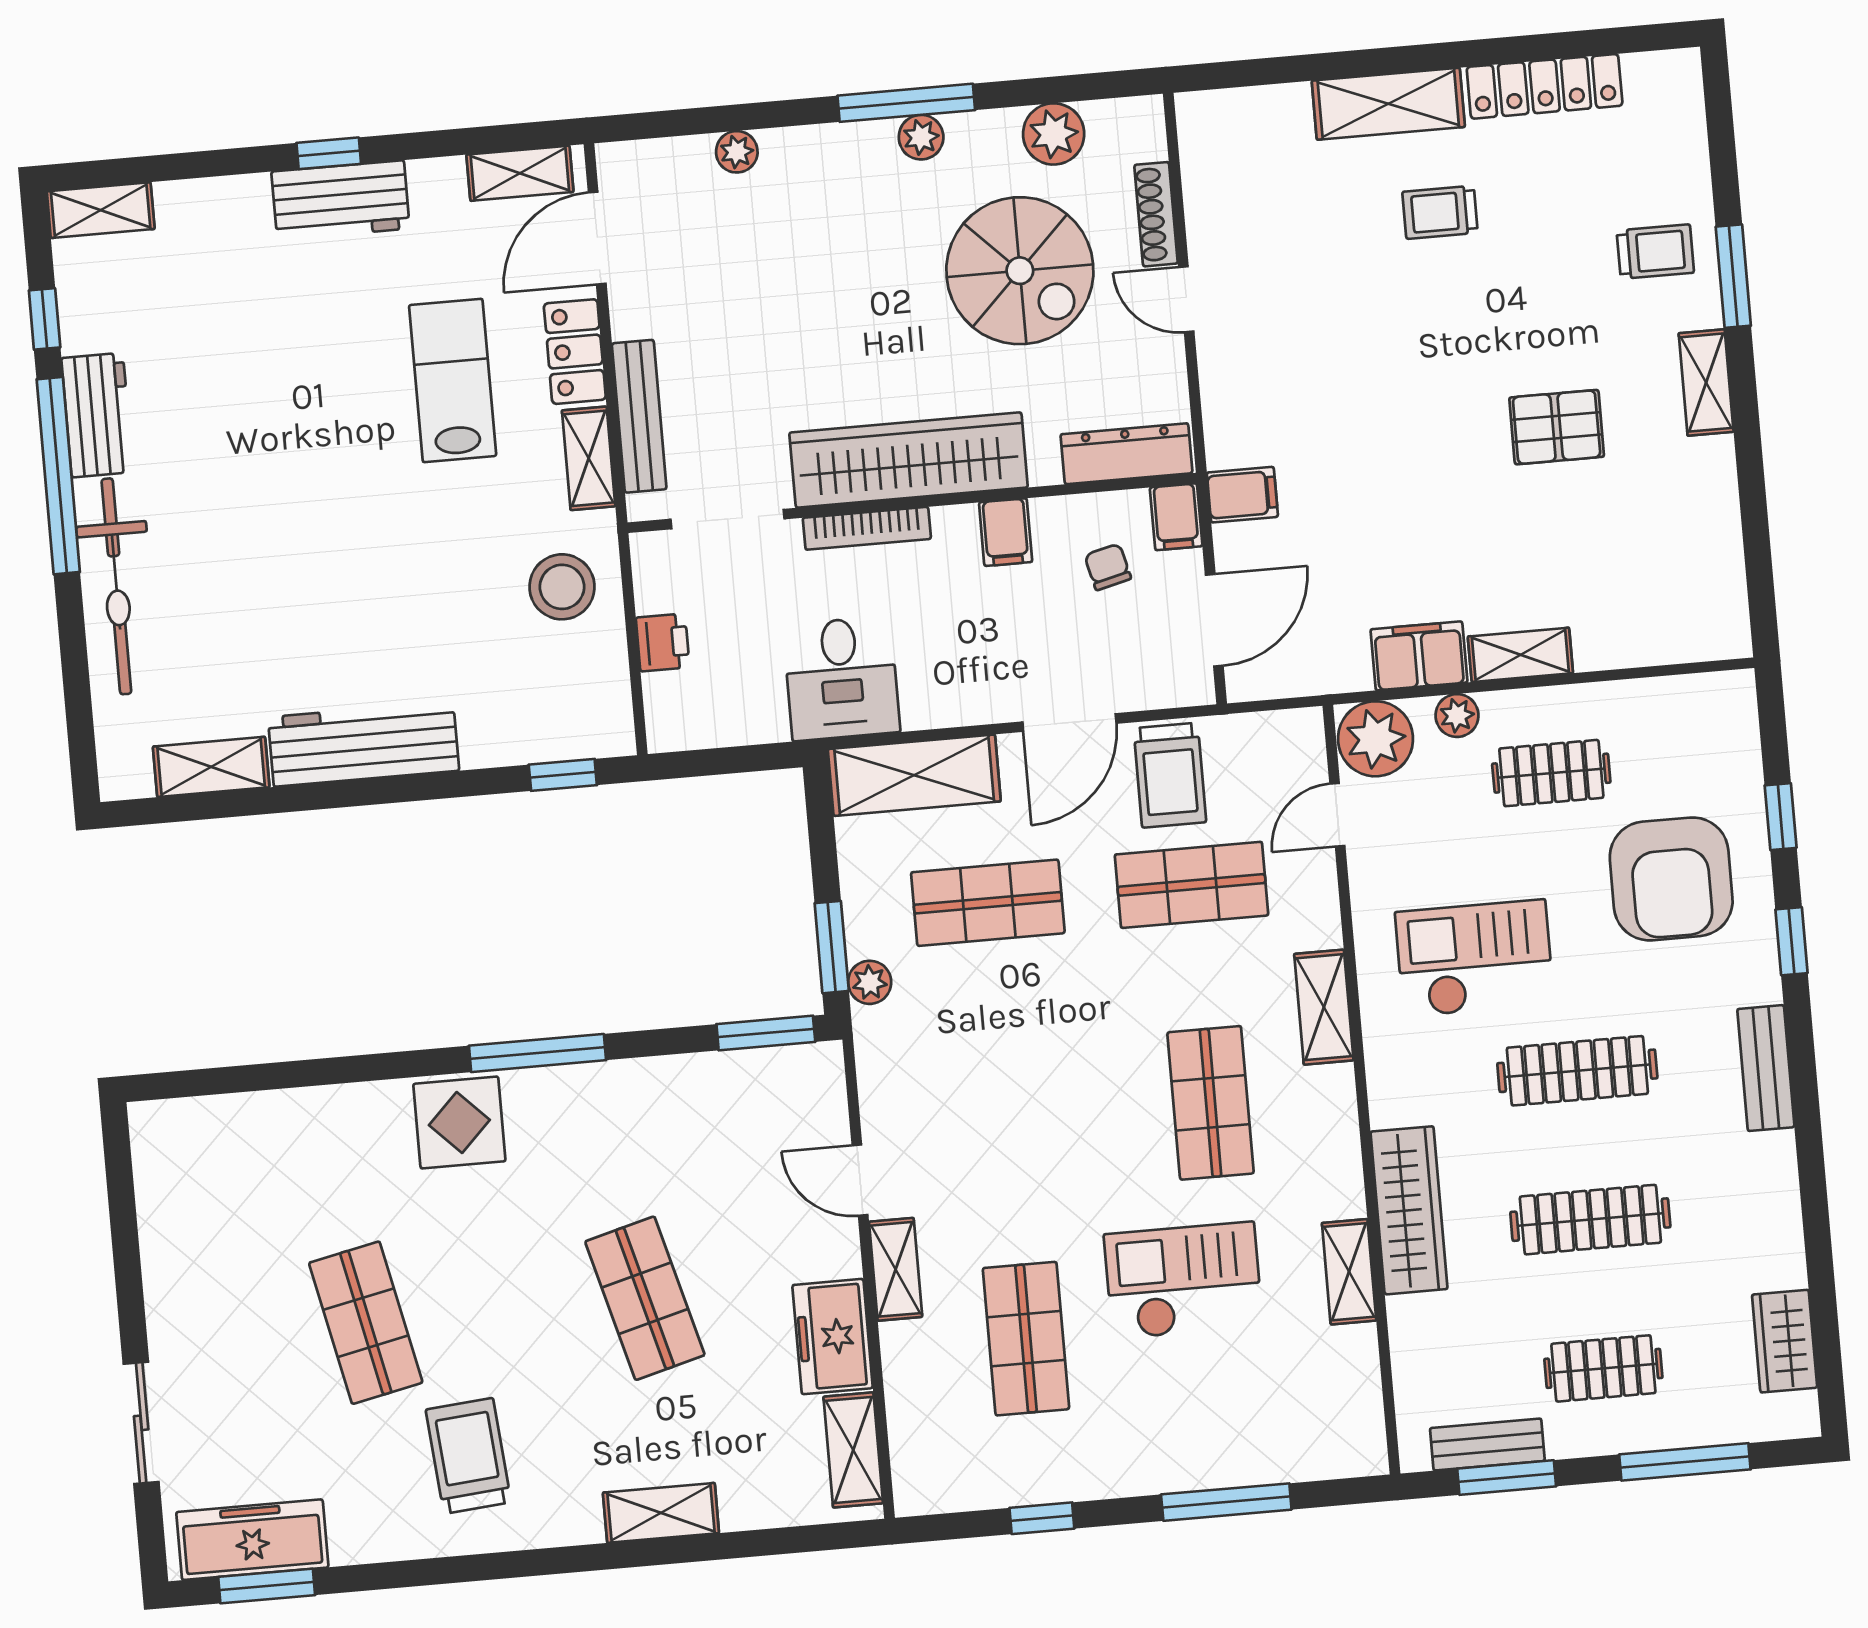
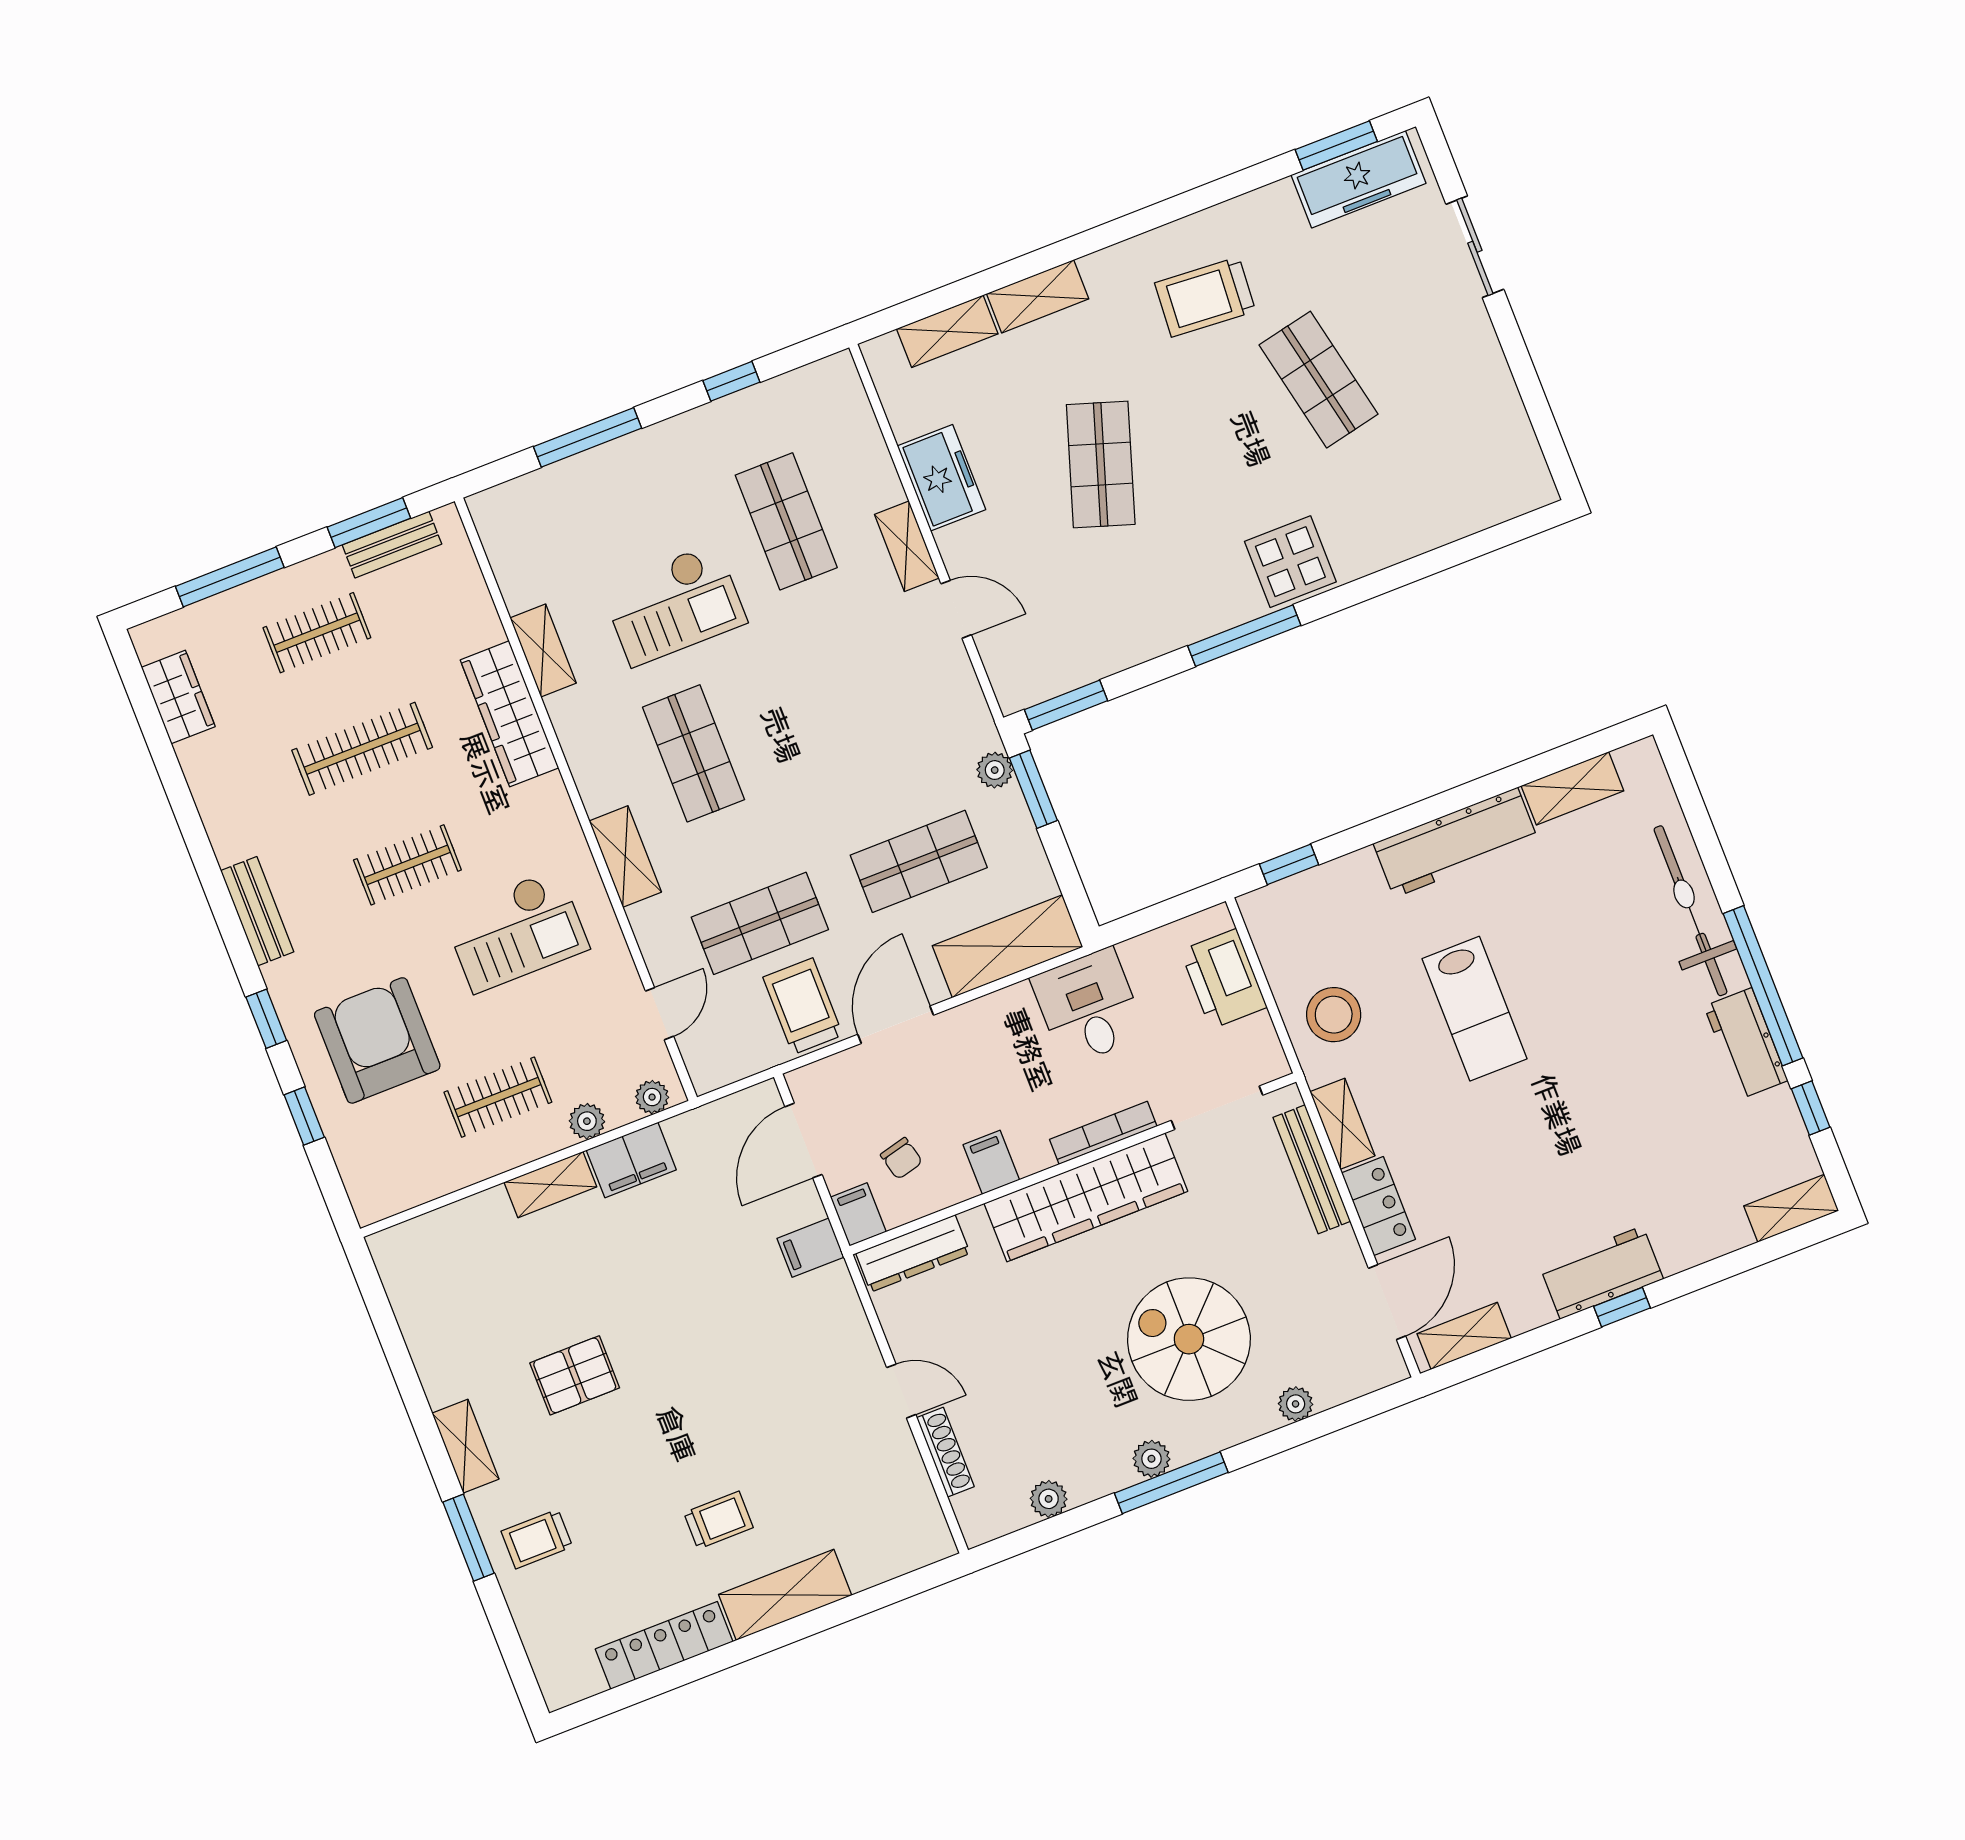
plant: (1054, 134) -> (1049, 1499), width x0.73, depth x0.73
spiral stairs: (1020, 271) -> (1189, 1339), moved
lab bench: (453, 380) -> (1475, 1009), moved
printer: (663, 642) -> (1224, 979), width x1.87, depth x1.48
plant: (1376, 739) -> (652, 1097), width x0.53, depth x0.53
clothes rail: (1577, 1071) -> (407, 865), width x0.73
shop shelf: (645, 1298) -> (1101, 464), turned 33
shelving: (853, 1450) -> (947, 331), moved, turned 90
trolley: (468, 1456) -> (1205, 297), turned 99

